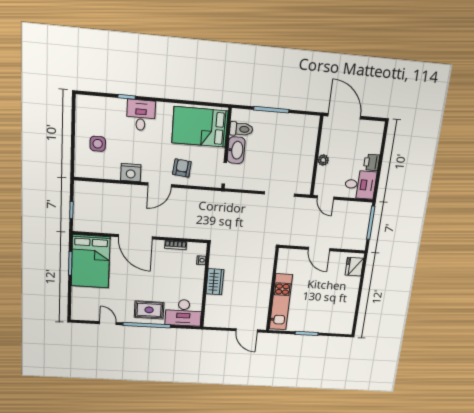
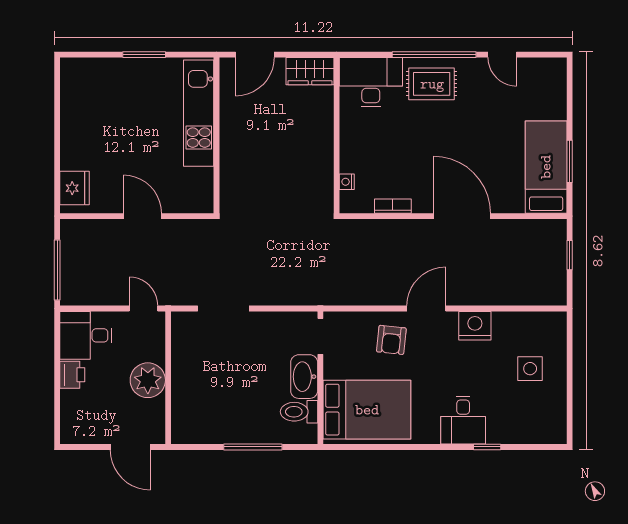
door: (344, 116) -> (130, 447), width x0.73
plant: (323, 160) -> (148, 380), width x1.87, depth x1.87
bed: (91, 261) -> (546, 167), width x0.67
wardrobe: (215, 282) -> (310, 71), moved, turned -90
door: (247, 330) -> (255, 55), swing flipped

